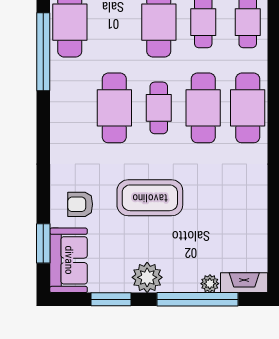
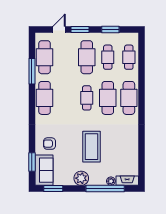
window: (43, 52) -> (32, 71), width x0.68
cafe table: (114, 108) -> (45, 98), moved
coffee table: (150, 198) -> (92, 147), moved, turned 90
window: (111, 299) -> (53, 189), moved

